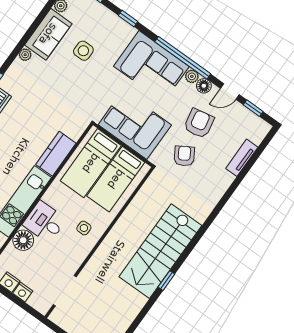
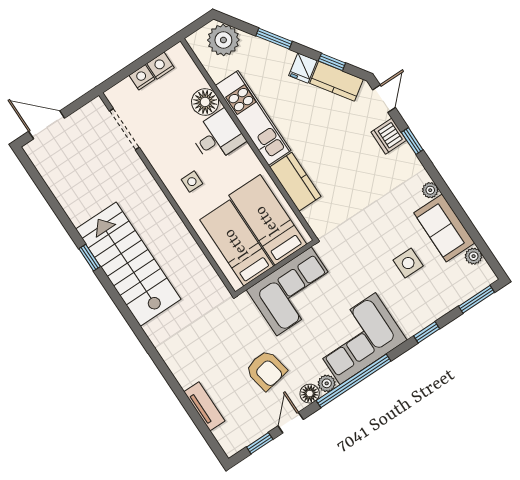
armchair: (184, 156) -> (233, 337), removed

